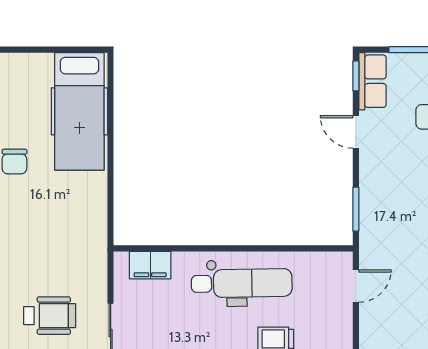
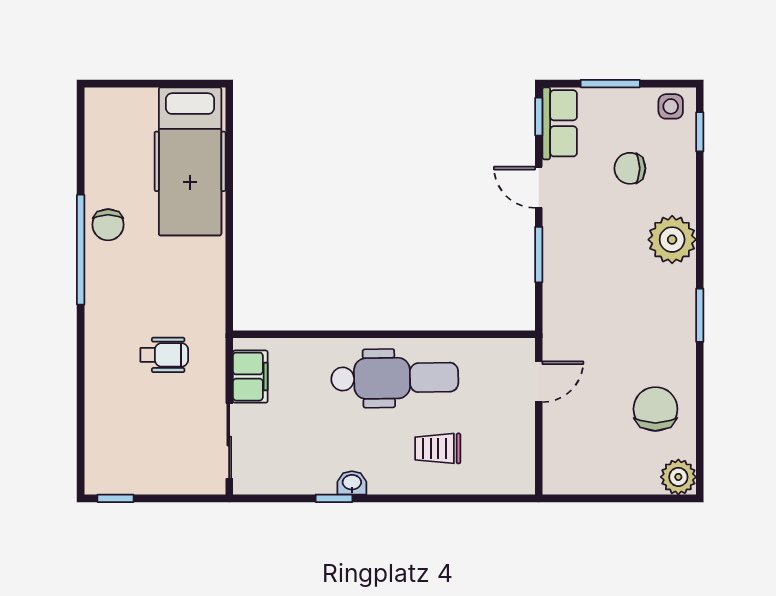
window: (356, 209) -> (539, 255), moved
filing cabinet: (150, 265) -> (250, 377), moved, turned -90
wheelchair: (50, 316) -> (164, 355), moved, width x0.73, depth x0.73

